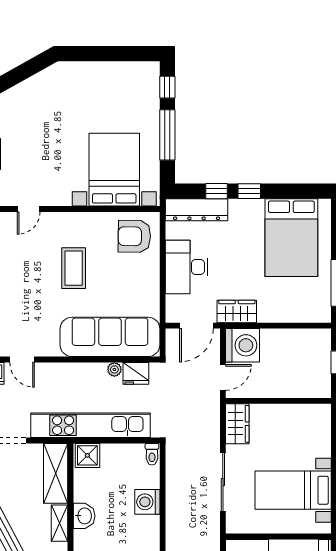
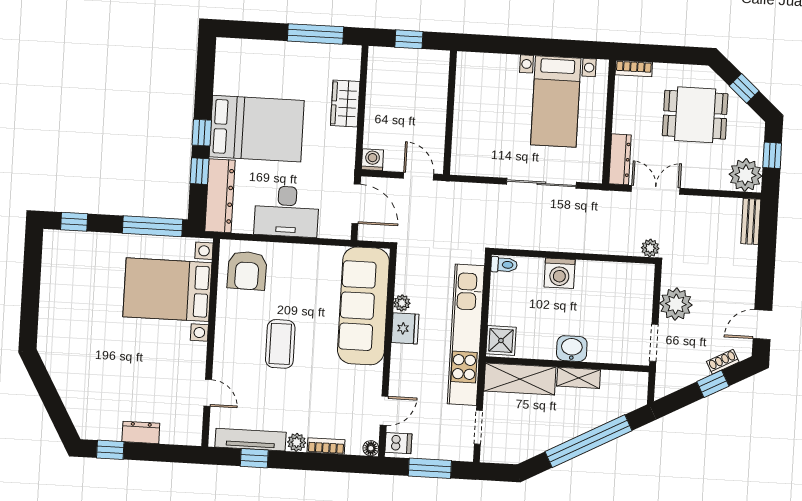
window: (167, 135) -> (152, 226), moved
bed: (291, 238) -> (257, 129), moved
coffee table: (74, 268) -> (280, 344), turned 90
wardrobe: (237, 311) -> (345, 104), moved
washing machine: (243, 345) -> (372, 160), width x0.53, depth x0.53
fridge: (136, 373) -> (405, 328), moved
wardrobe: (237, 424) -> (474, 162), removed

